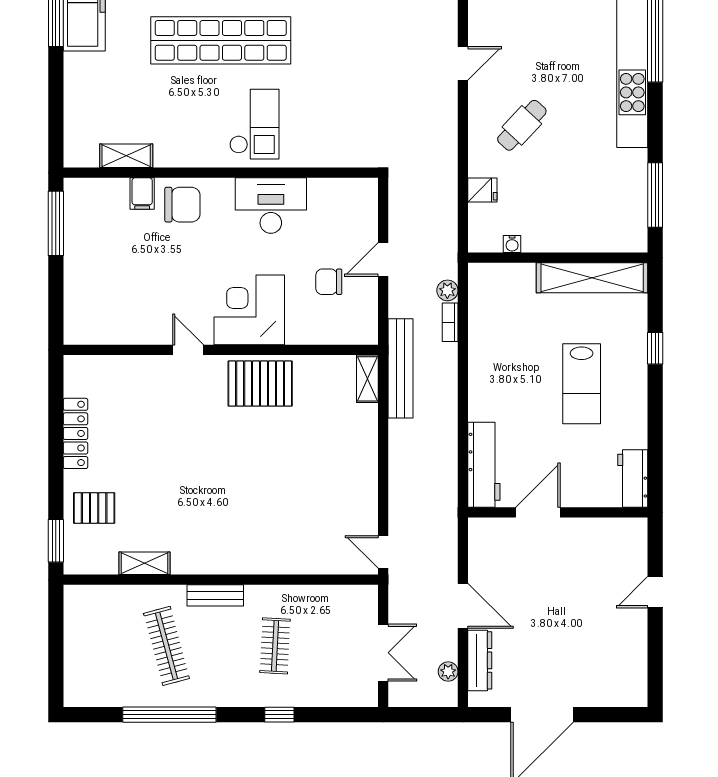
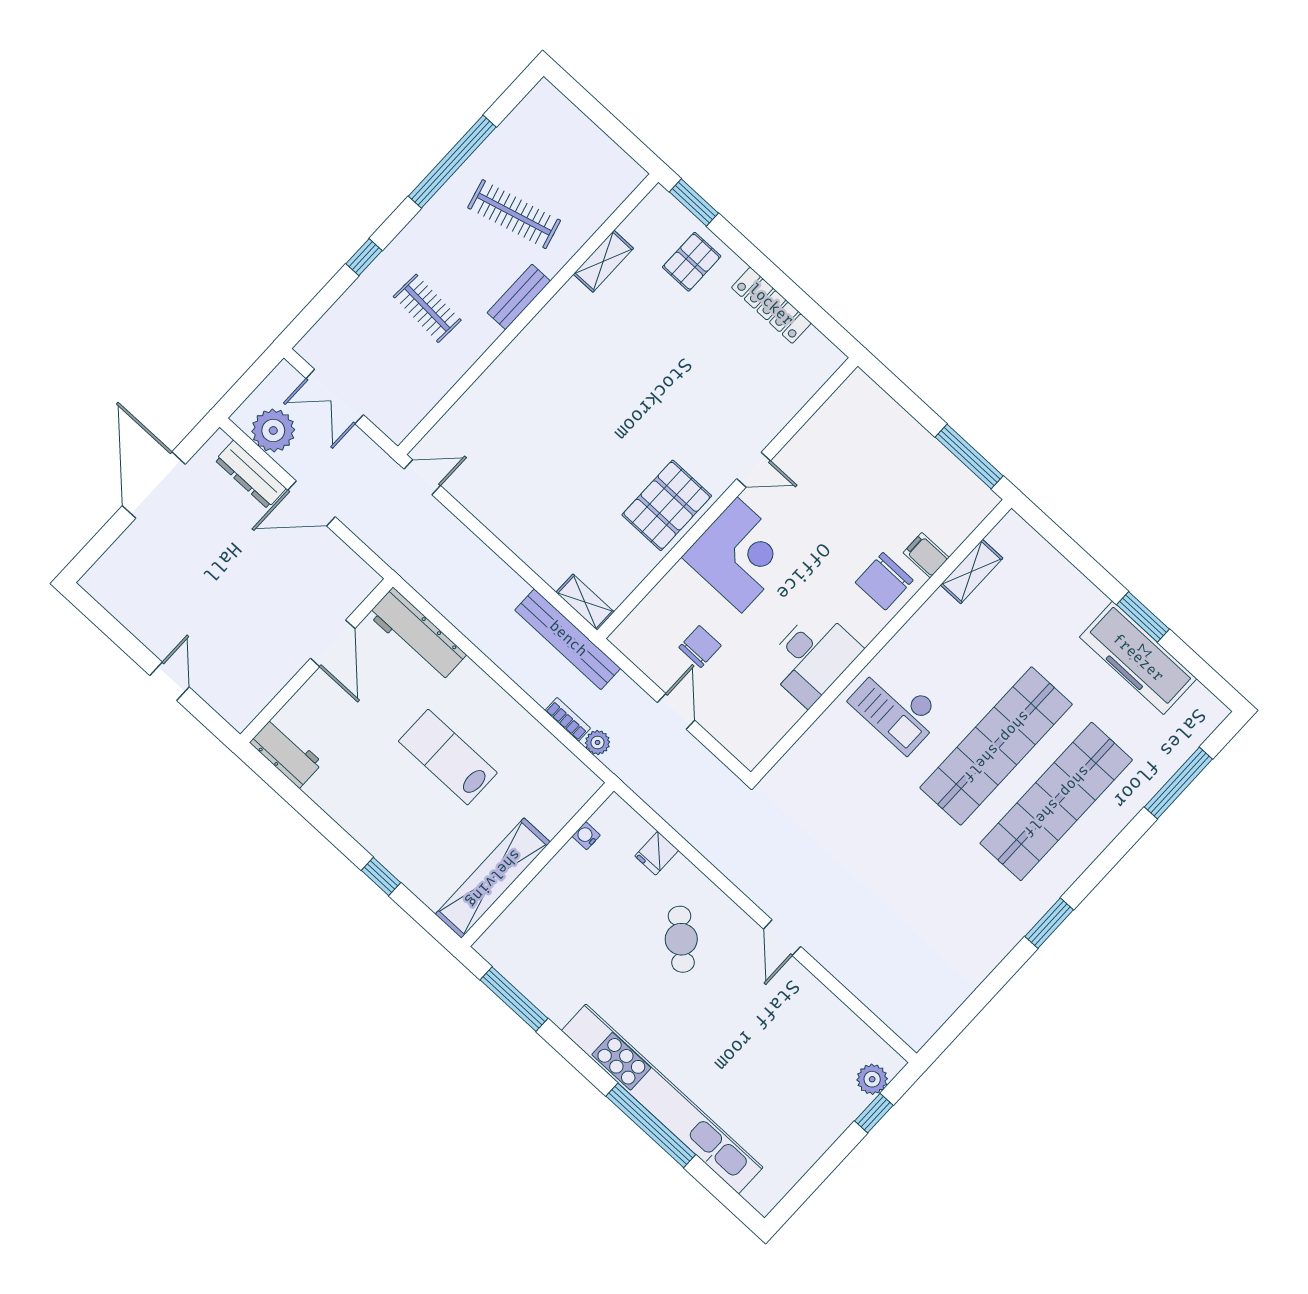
lab bench: (582, 384) -> (448, 757), moved
plant: (448, 672) -> (273, 431), width x1.88, depth x1.88

